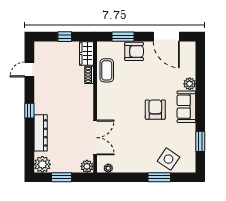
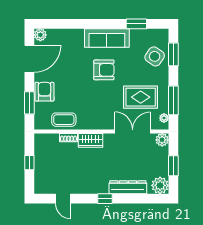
wardrobe: (86, 53) -> (90, 140), moved
plant: (190, 84) -> (40, 35), moved
sofa: (186, 107) -> (107, 38), width x1.36
armchair: (155, 110) -> (104, 70), turned 180
rug: (129, 145) -> (141, 97), added
window: (126, 177) -> (173, 100), added
window: (159, 177) -> (173, 54), moved

